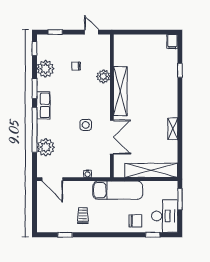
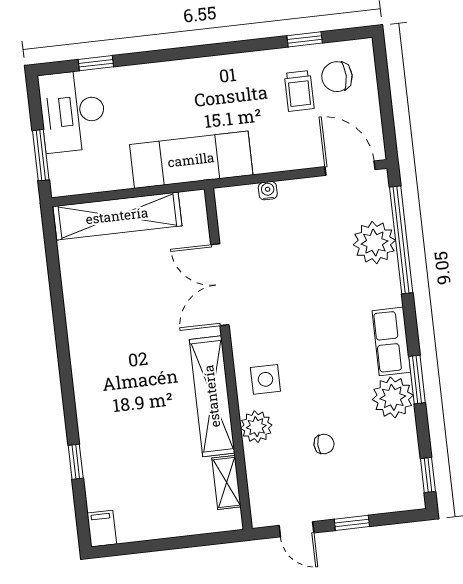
window: (55, 32) -> (352, 523), moved
plant: (45, 69) -> (393, 397), moved
side table: (86, 125) -> (265, 379), moved
shelving: (173, 129) -> (226, 482), moved
window: (35, 130) -> (401, 240), moved
trolley: (83, 216) -> (299, 91), moved
chair: (135, 221) -> (337, 77), moved

